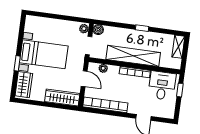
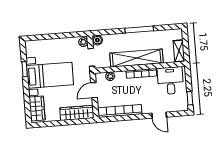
window: (142, 28) -> (139, 29), width x2.17
shelving: (178, 47) -> (179, 51), moved
window: (17, 63) -> (25, 69), moved
door: (84, 79) -> (94, 90), swing flipped
window: (180, 90) -> (190, 98), moved

